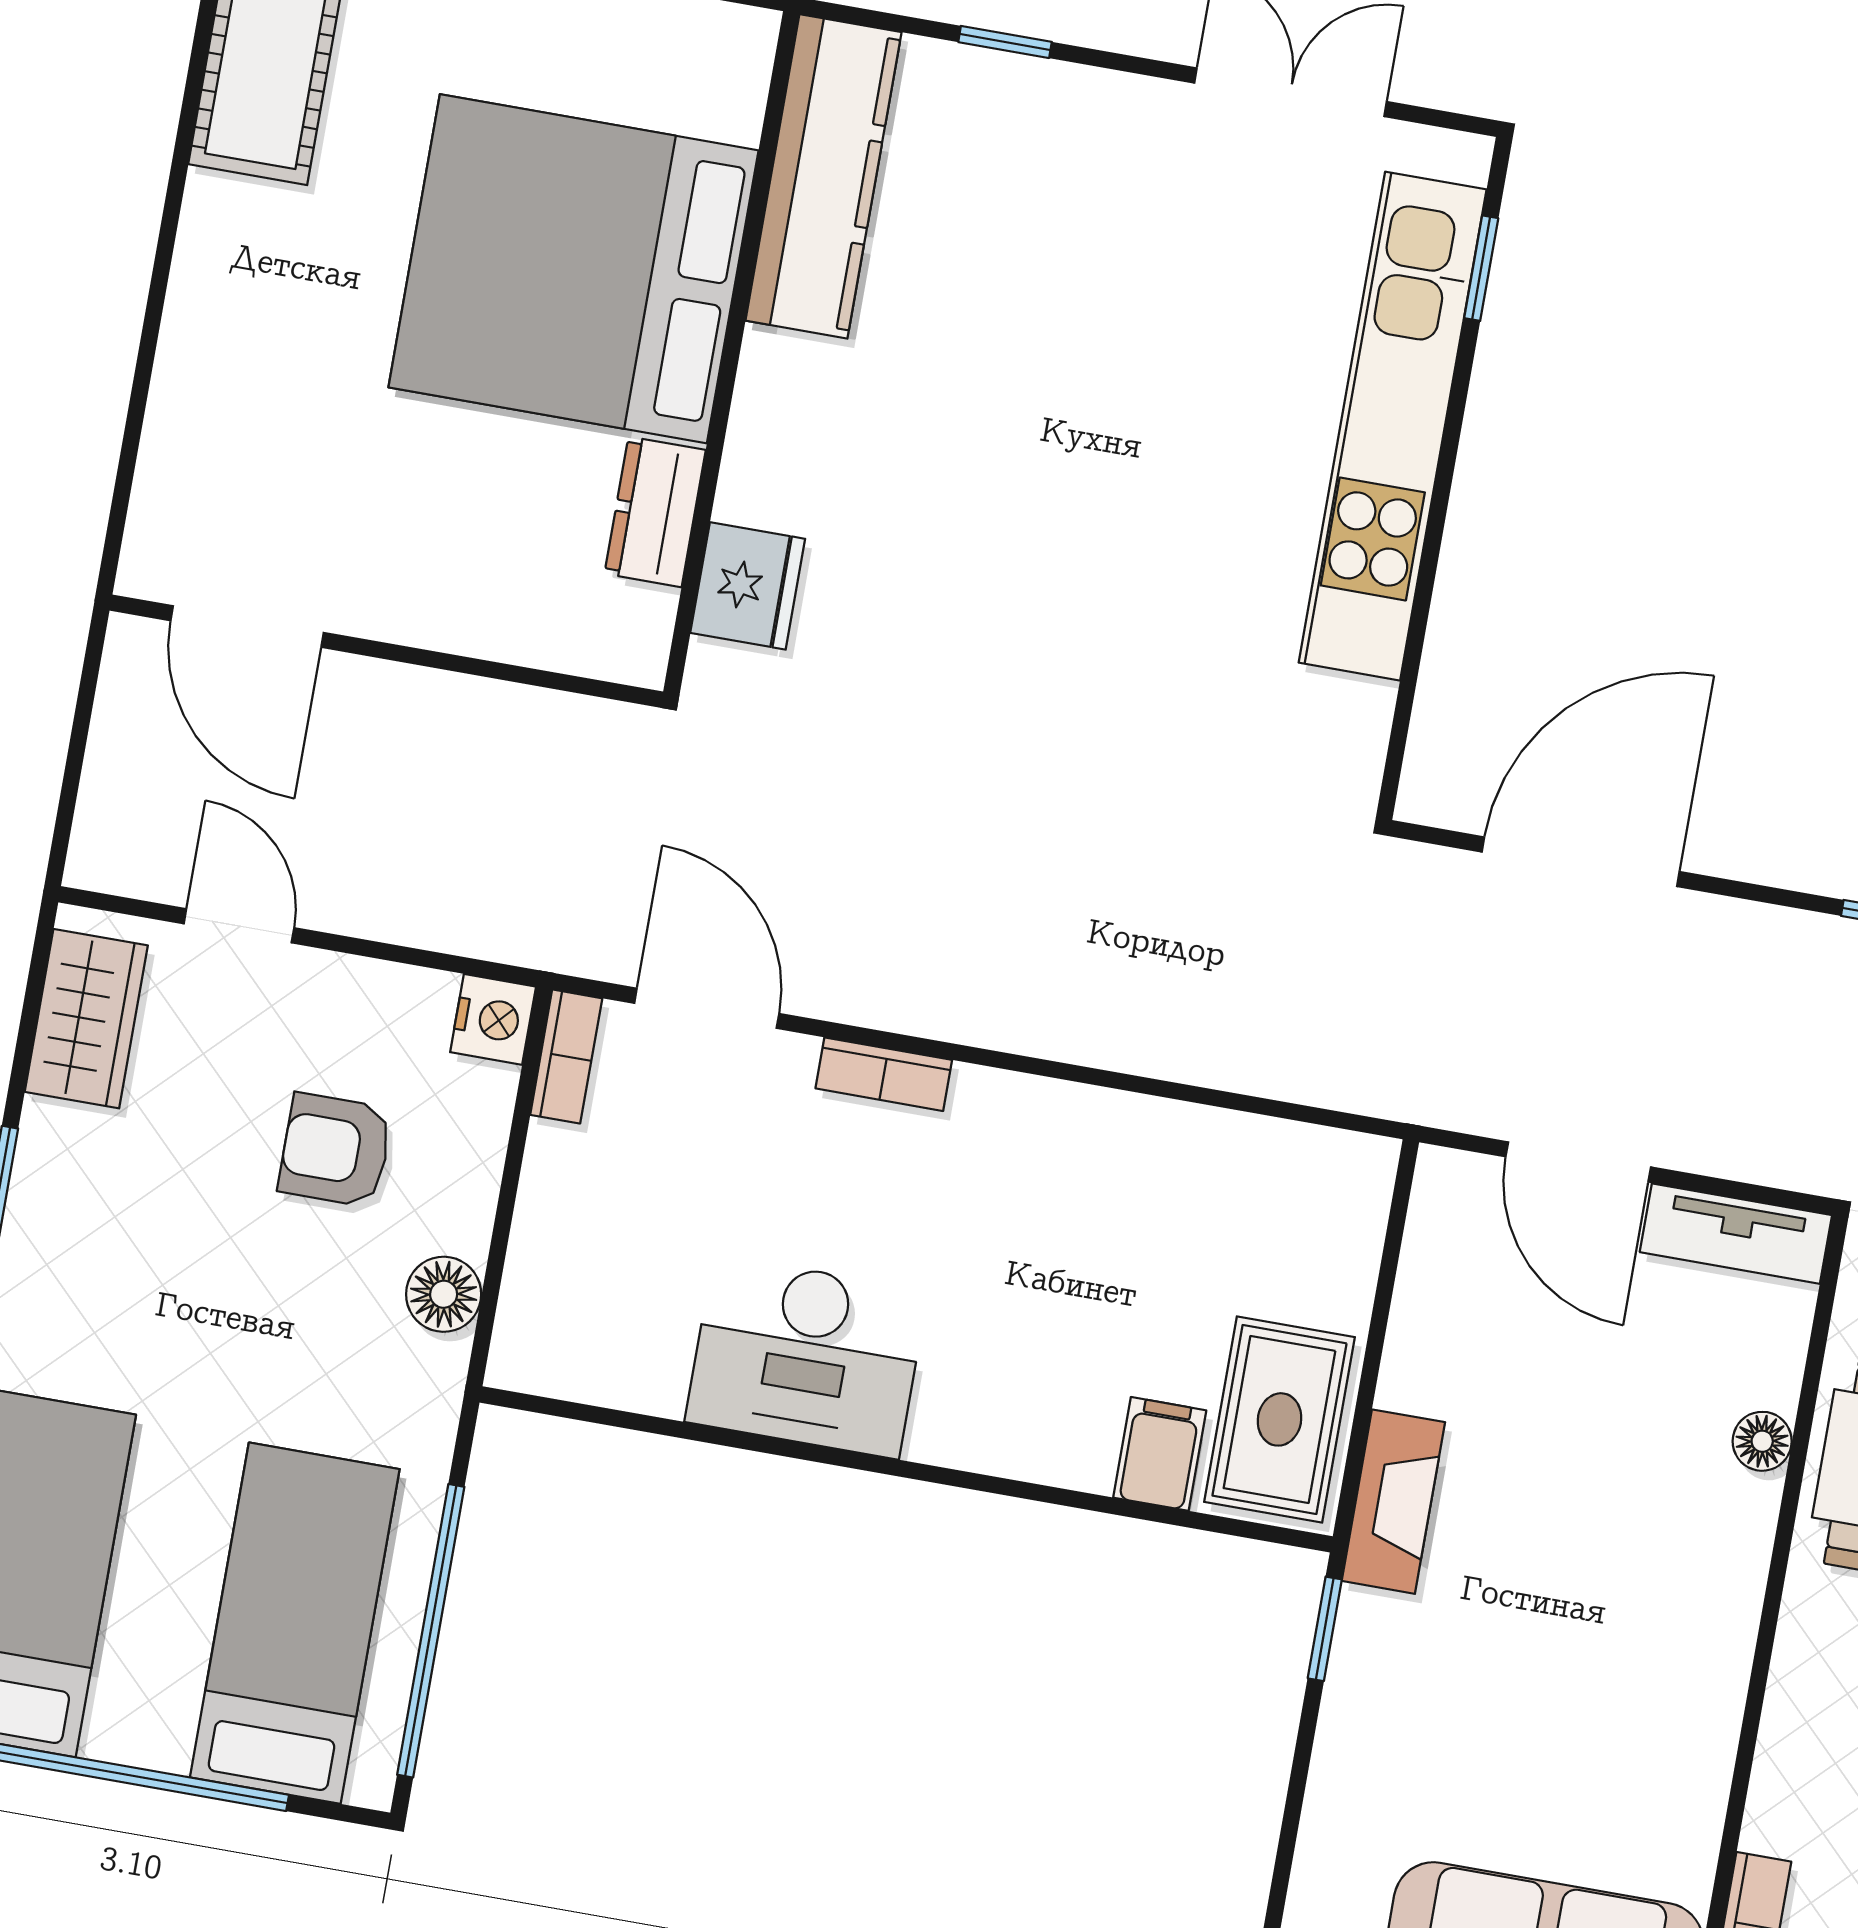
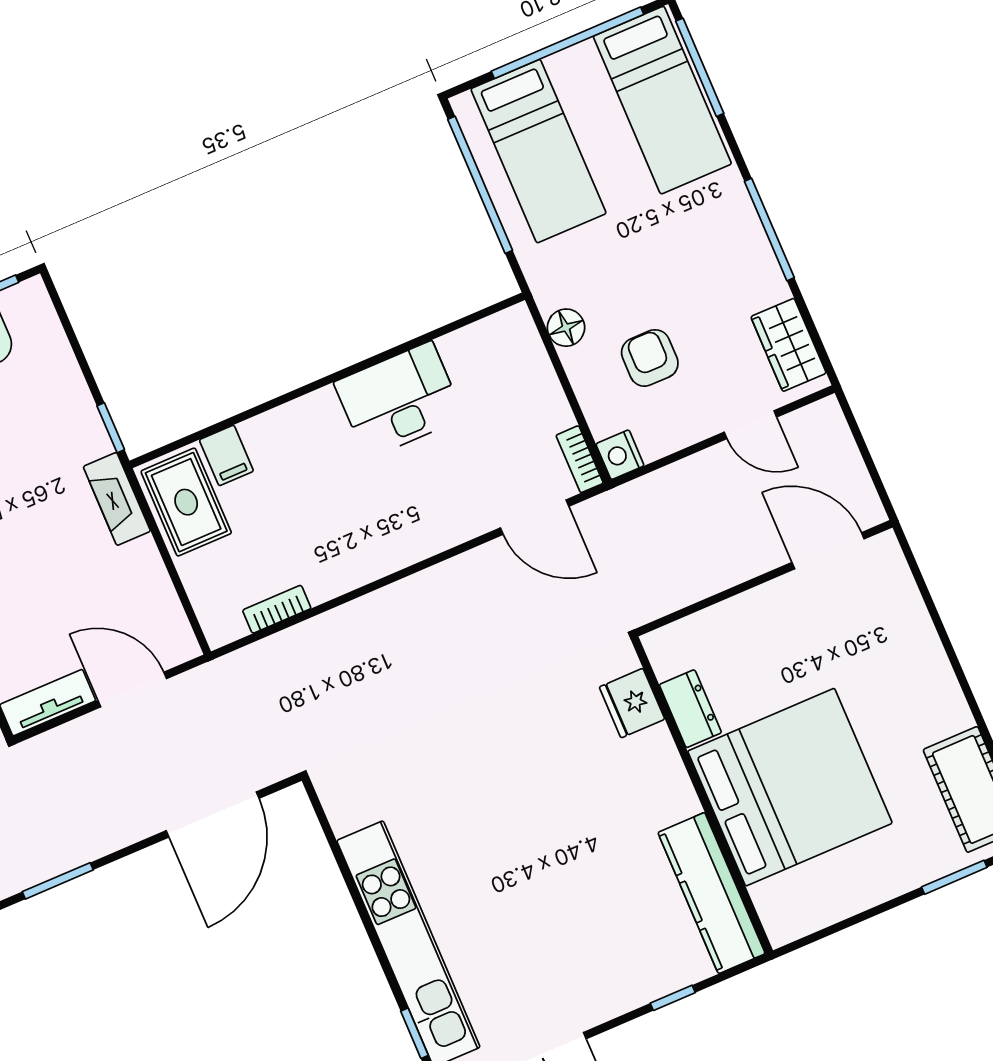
bookcase: (884, 1074) -> (277, 609), moved
armchair: (335, 1150) -> (650, 358), turned -90

